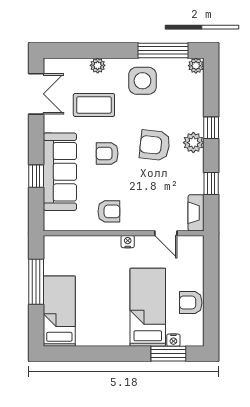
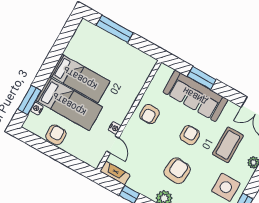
window: (36, 176) -> (202, 78), width x1.50
door: (166, 233) -> (113, 145), swing flipped
nightstand: (128, 242) -> (115, 128), moved
window: (36, 282) -> (115, 29), moved
bed: (59, 311) -> (80, 78), moved

